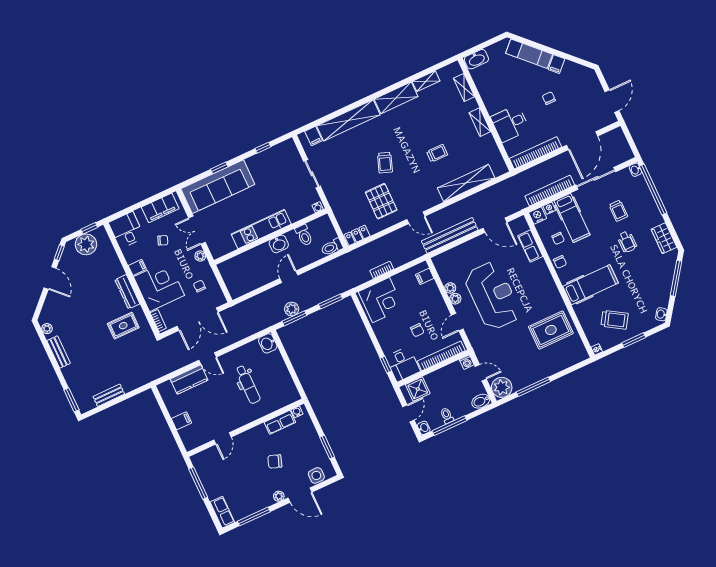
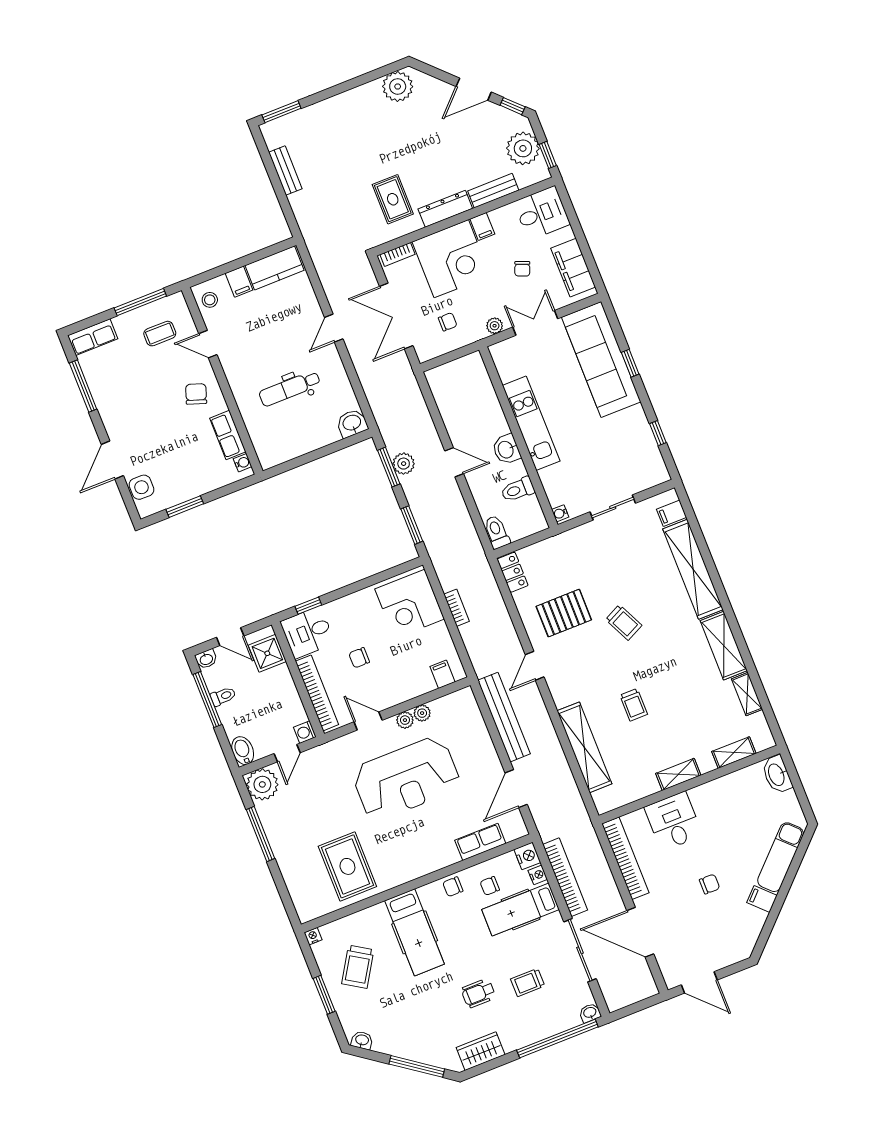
trolley: (385, 163) -> (624, 622), turned -136
plant: (47, 329) -> (398, 86), width x1.88, depth x1.88
bench: (59, 352) -> (493, 191), moved
kitchen counter: (189, 380) -> (275, 268), moved, turned -90
stool: (194, 439) -> (210, 300), added
chair: (275, 461) -> (196, 394), moved
coffee table: (218, 469) -> (160, 334), added
plant: (279, 496) -> (112, 427), removed

